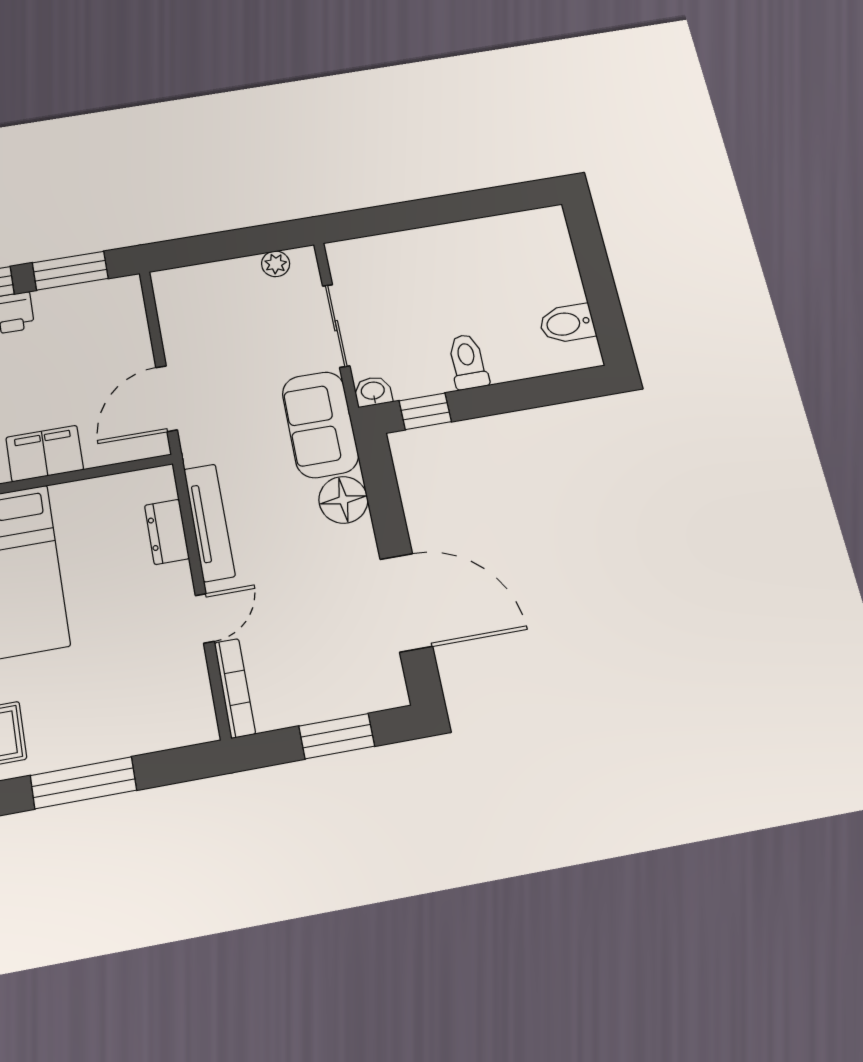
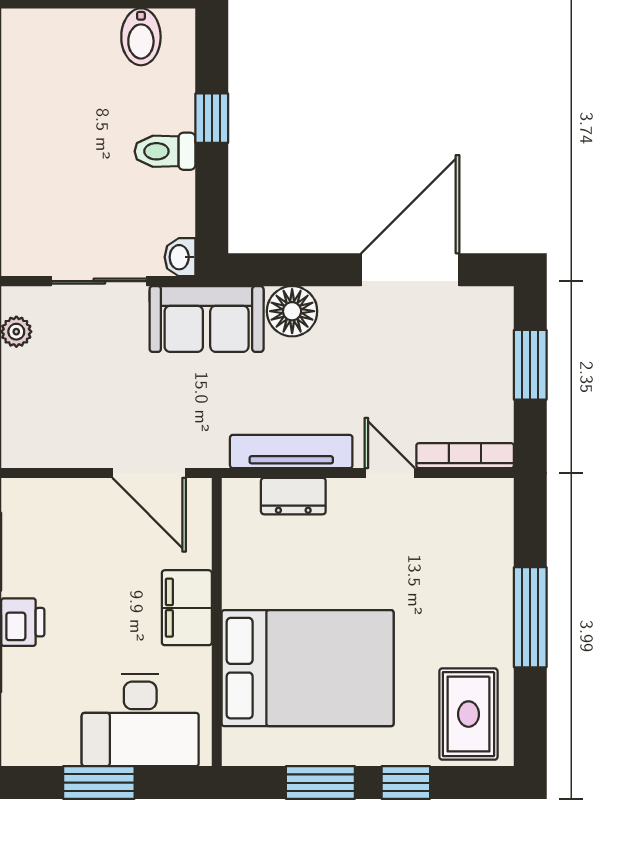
window: (425, 411) -> (212, 118), moved

